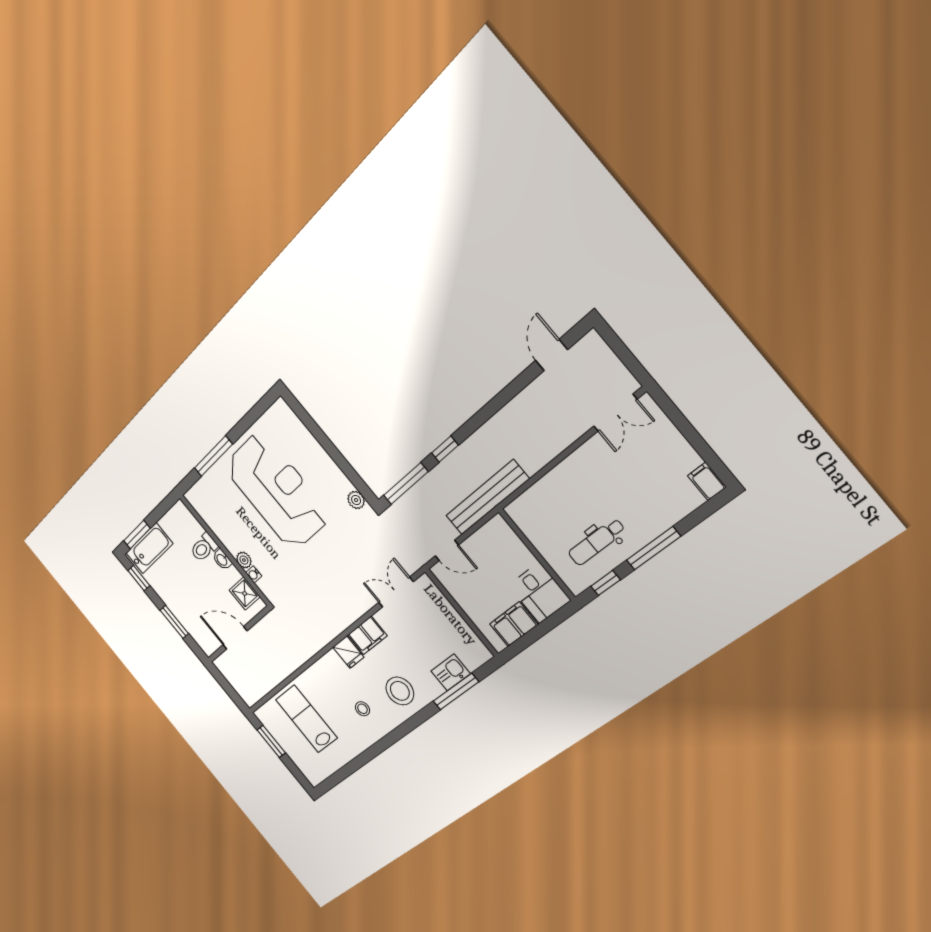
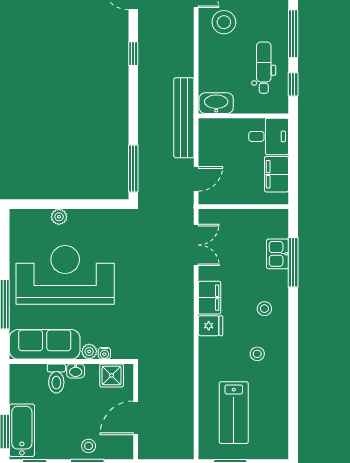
window: (445, 449) -> (133, 54), moved
stool: (606, 468) -> (224, 22), added
plant: (356, 500) -> (59, 217), moved
sofa: (217, 517) -> (45, 344), added
washbasin: (526, 519) -> (216, 103), added
dental chair: (597, 542) -> (264, 68), turned 180
double door: (396, 592) -> (196, 245), swing flipped
stool: (186, 613) -> (89, 446), added
stool: (400, 691) -> (264, 309), width x0.53, depth x0.53
lab bench: (306, 719) -> (234, 413), turned -90

